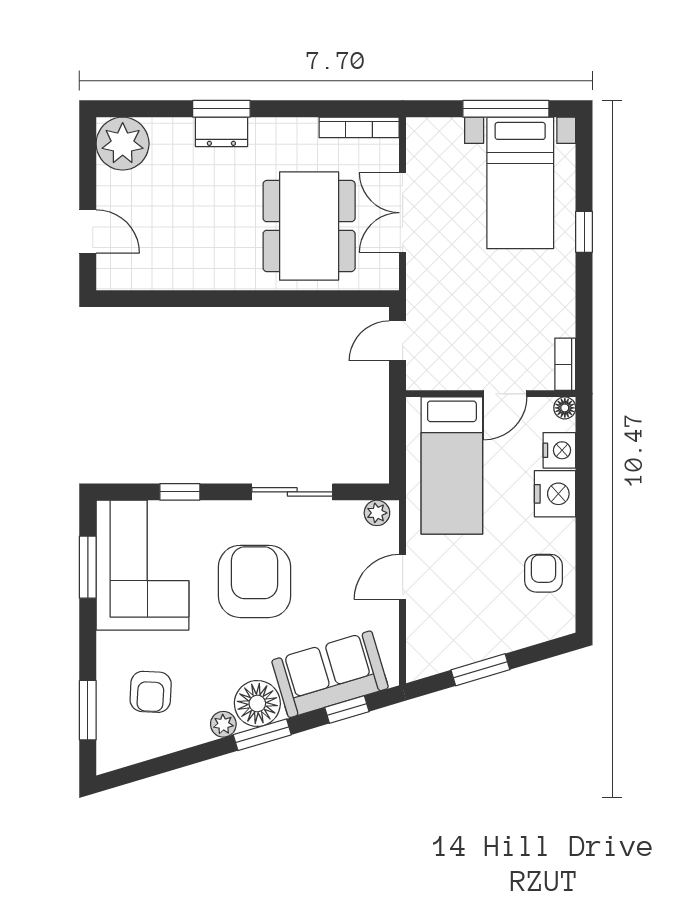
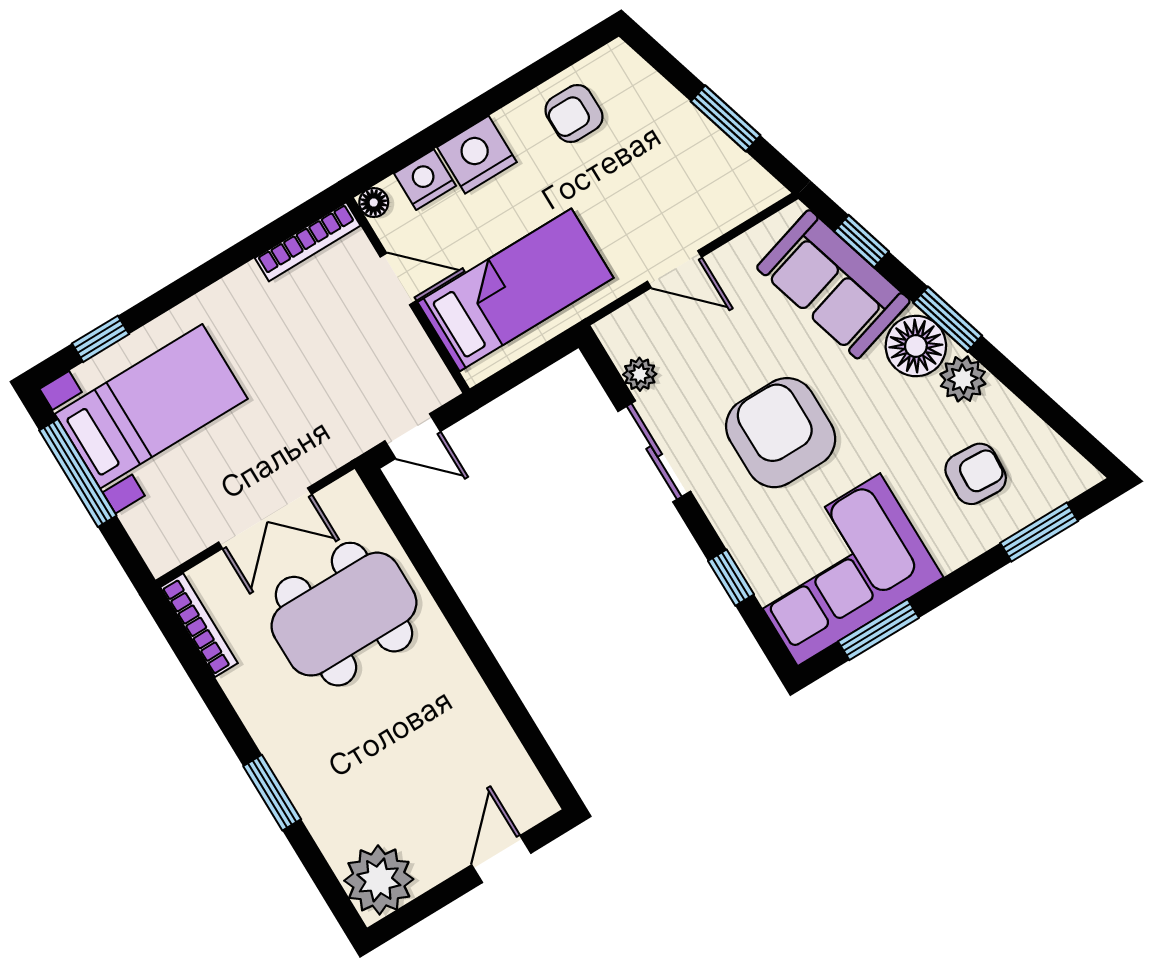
dresser: (221, 132) -> (298, 777), removed
window: (584, 232) -> (100, 339), moved
bookcase: (565, 364) -> (308, 242), width x1.56
plant: (377, 513) -> (640, 374), moved
armchair: (255, 581) -> (781, 433), turned 90
plant: (223, 724) -> (963, 379), width x1.38, depth x1.38

